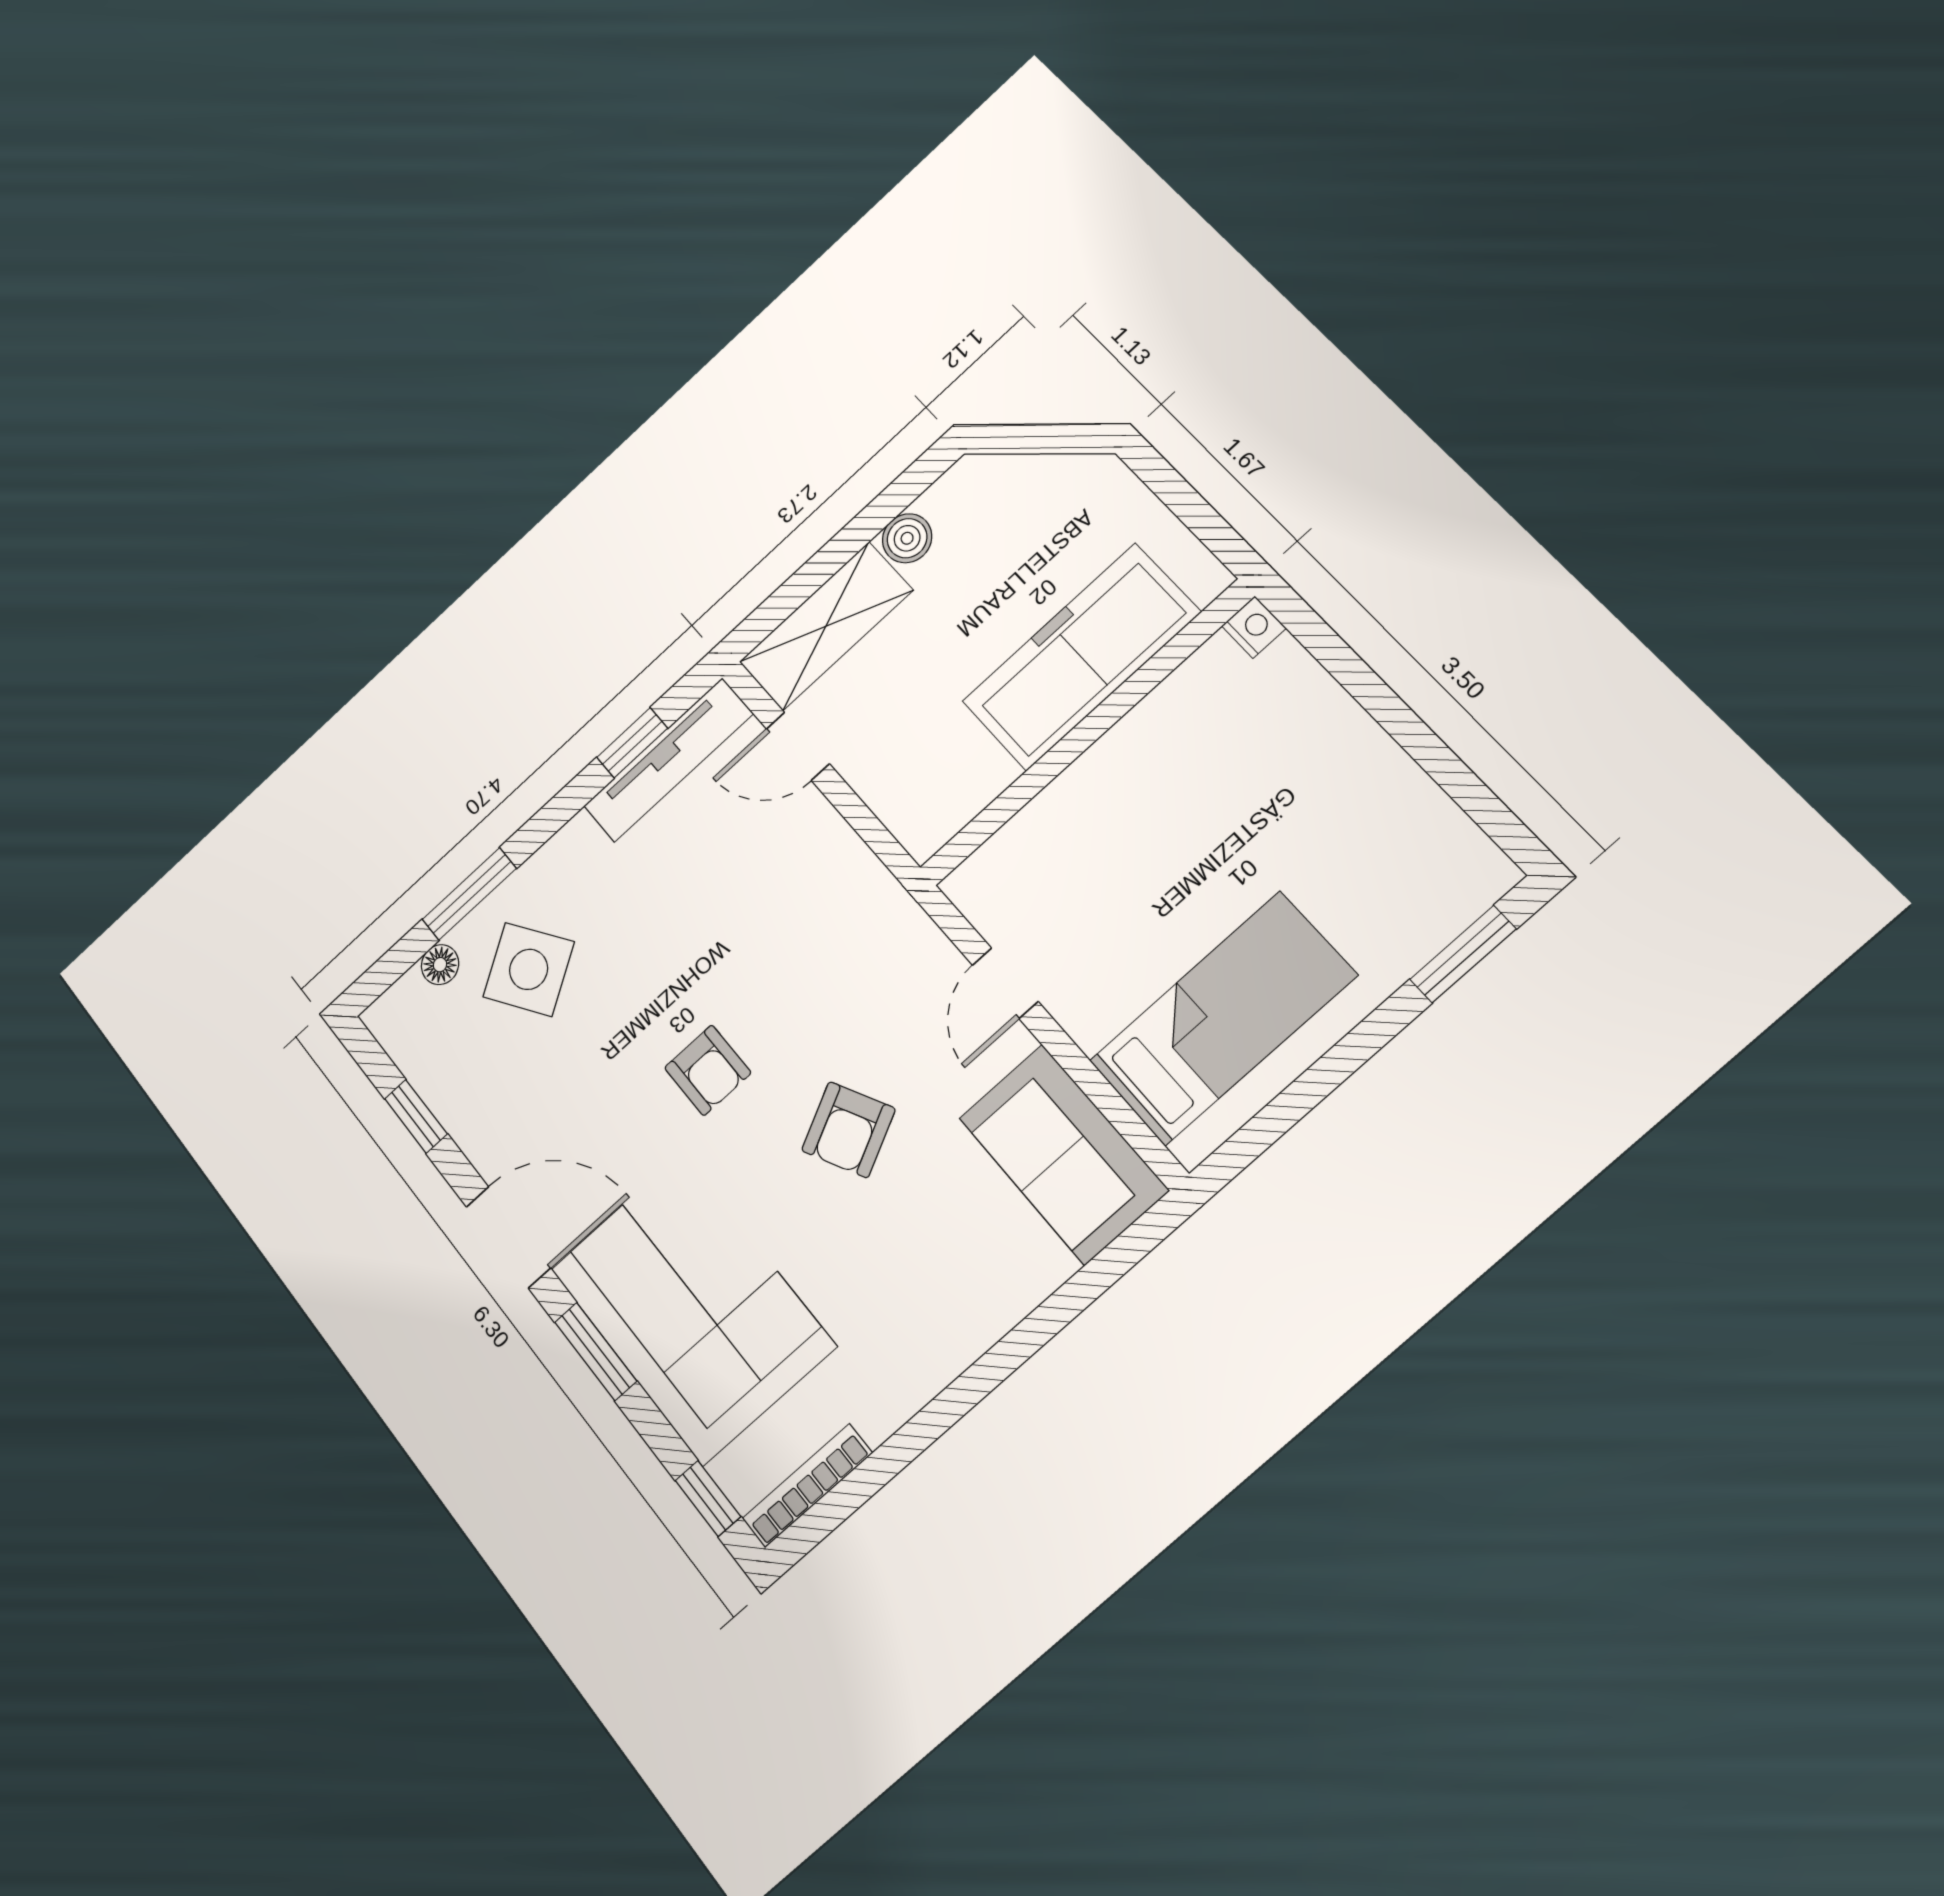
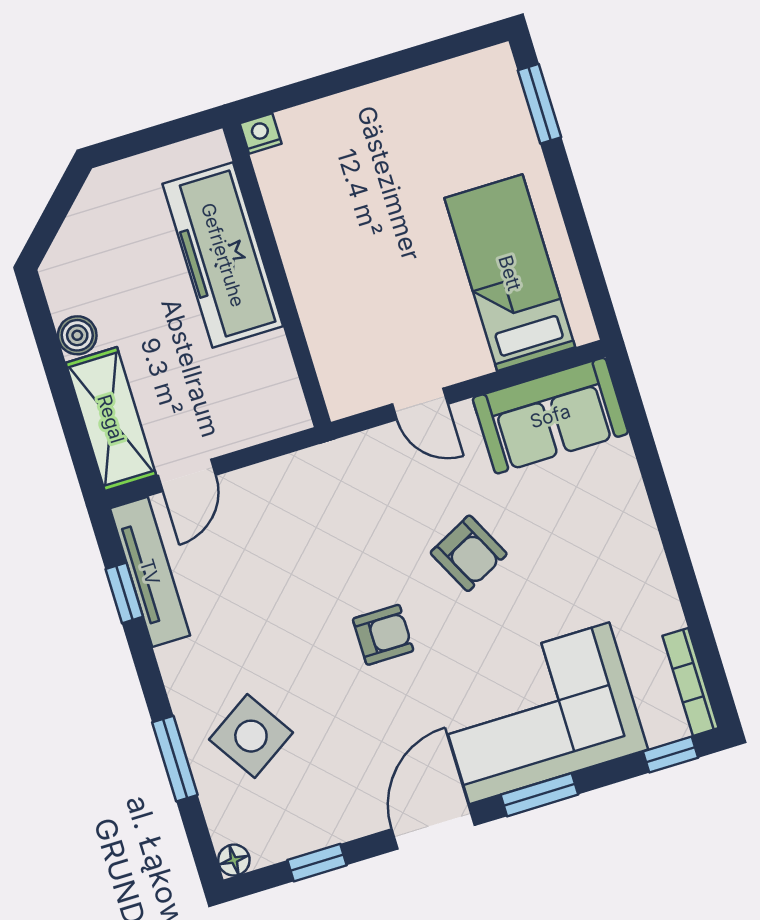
floor lamp: (440, 965) -> (234, 860), moved

